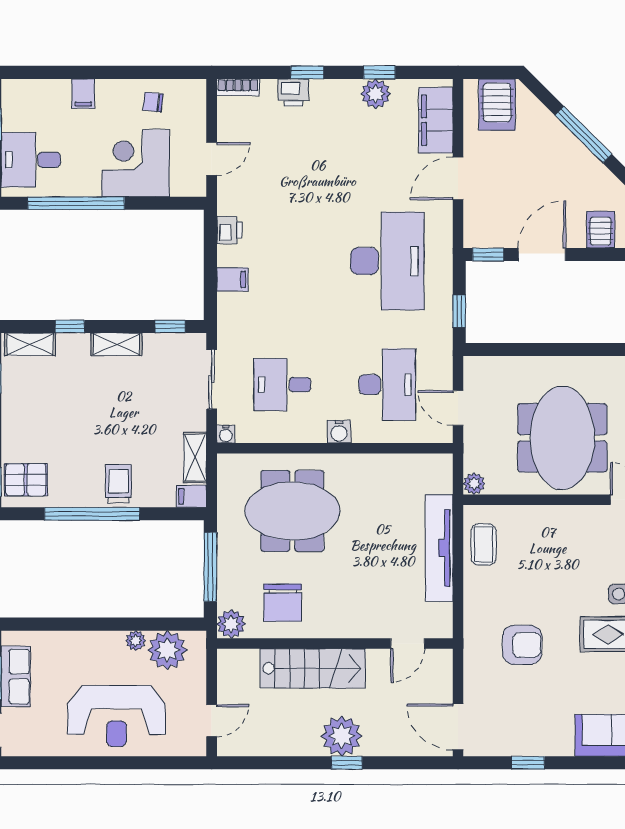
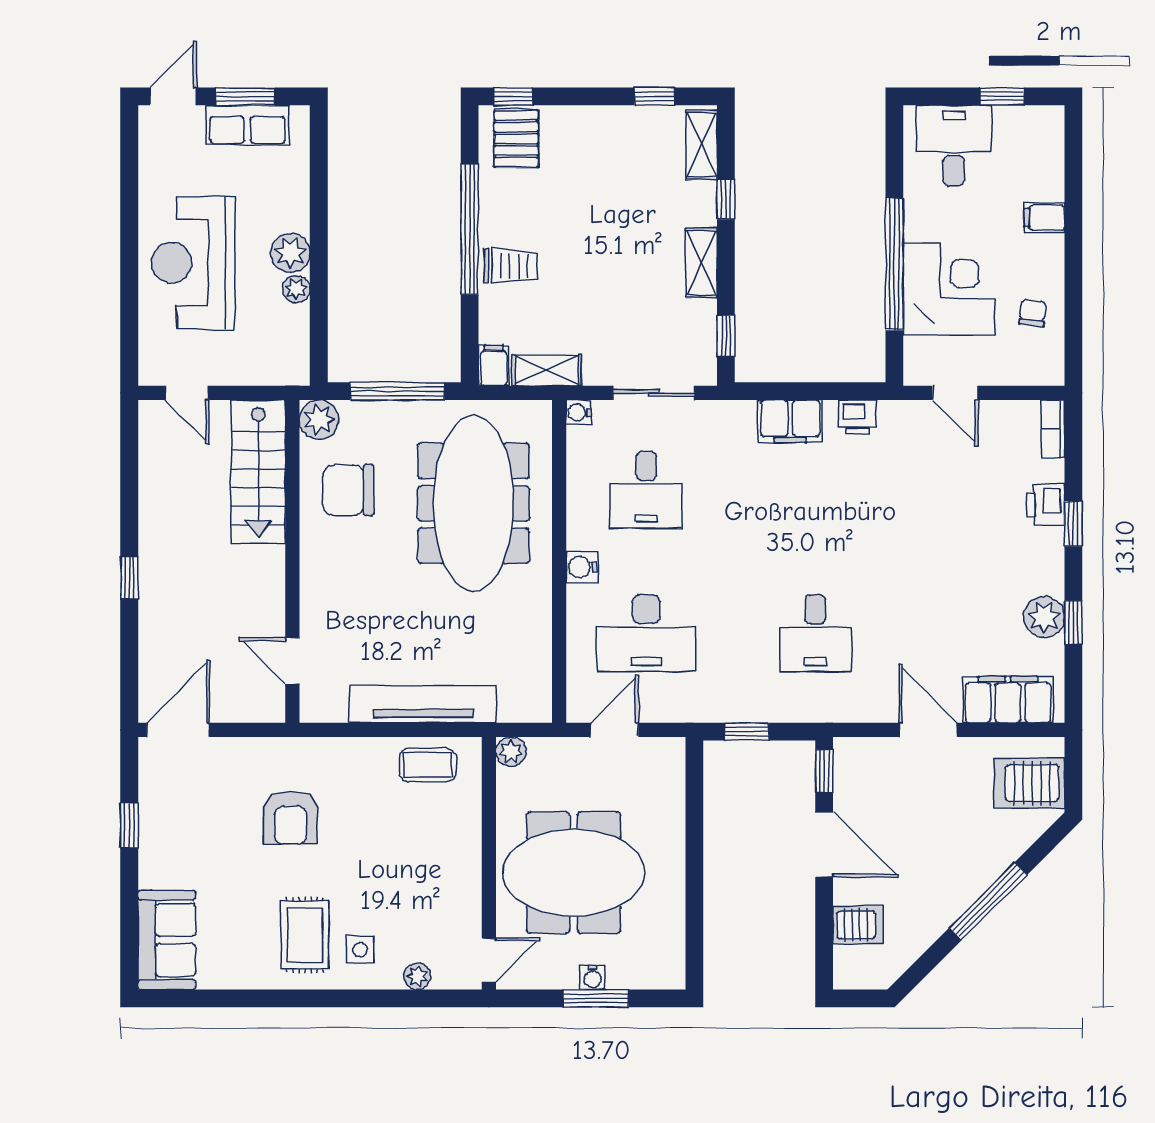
window: (76, 203) -> (894, 264), moved
desk: (387, 261) -> (815, 633), width x0.53, depth x0.77
filing cabinet: (232, 279) -> (790, 421), width x2.00
desk: (282, 385) -> (646, 490), turned 180
meeting table: (292, 511) -> (473, 503), width x1.36
plant: (167, 650) -> (290, 253), moved, width x0.73, depth x0.73
stairs: (313, 668) -> (258, 472), moved
plant: (342, 736) -> (166, 571), removed

